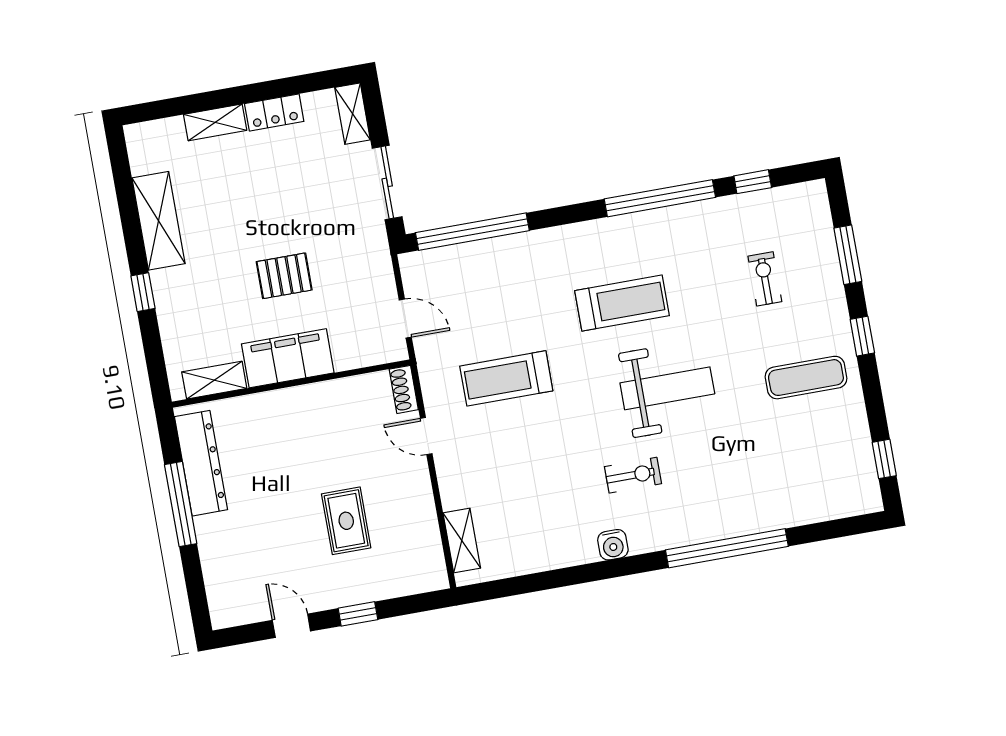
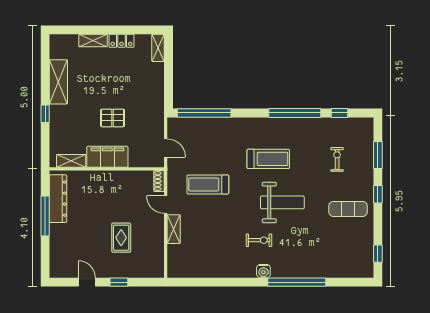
sliding door: (387, 182) -> (168, 83), removed
shelving: (462, 540) -> (174, 229), moved
water cooler: (613, 545) -> (263, 271), moved

